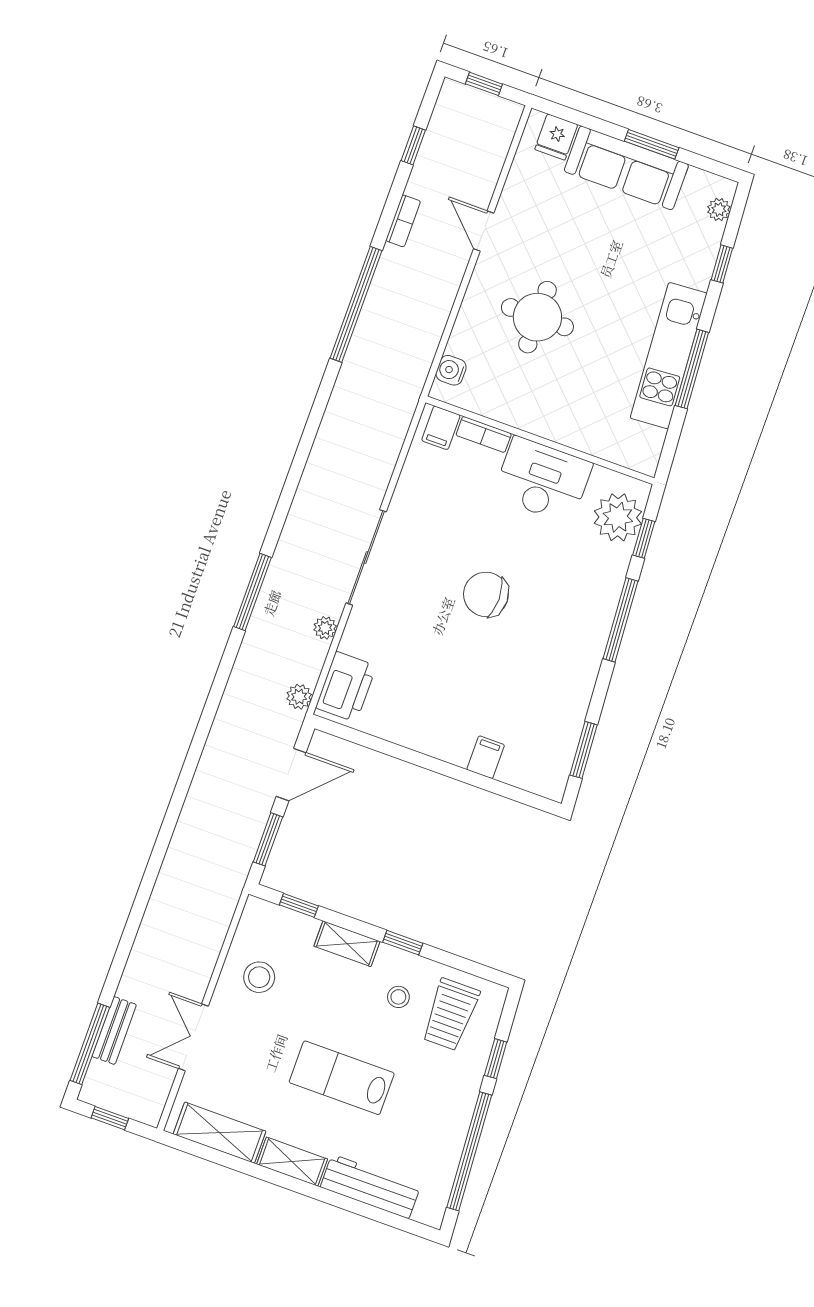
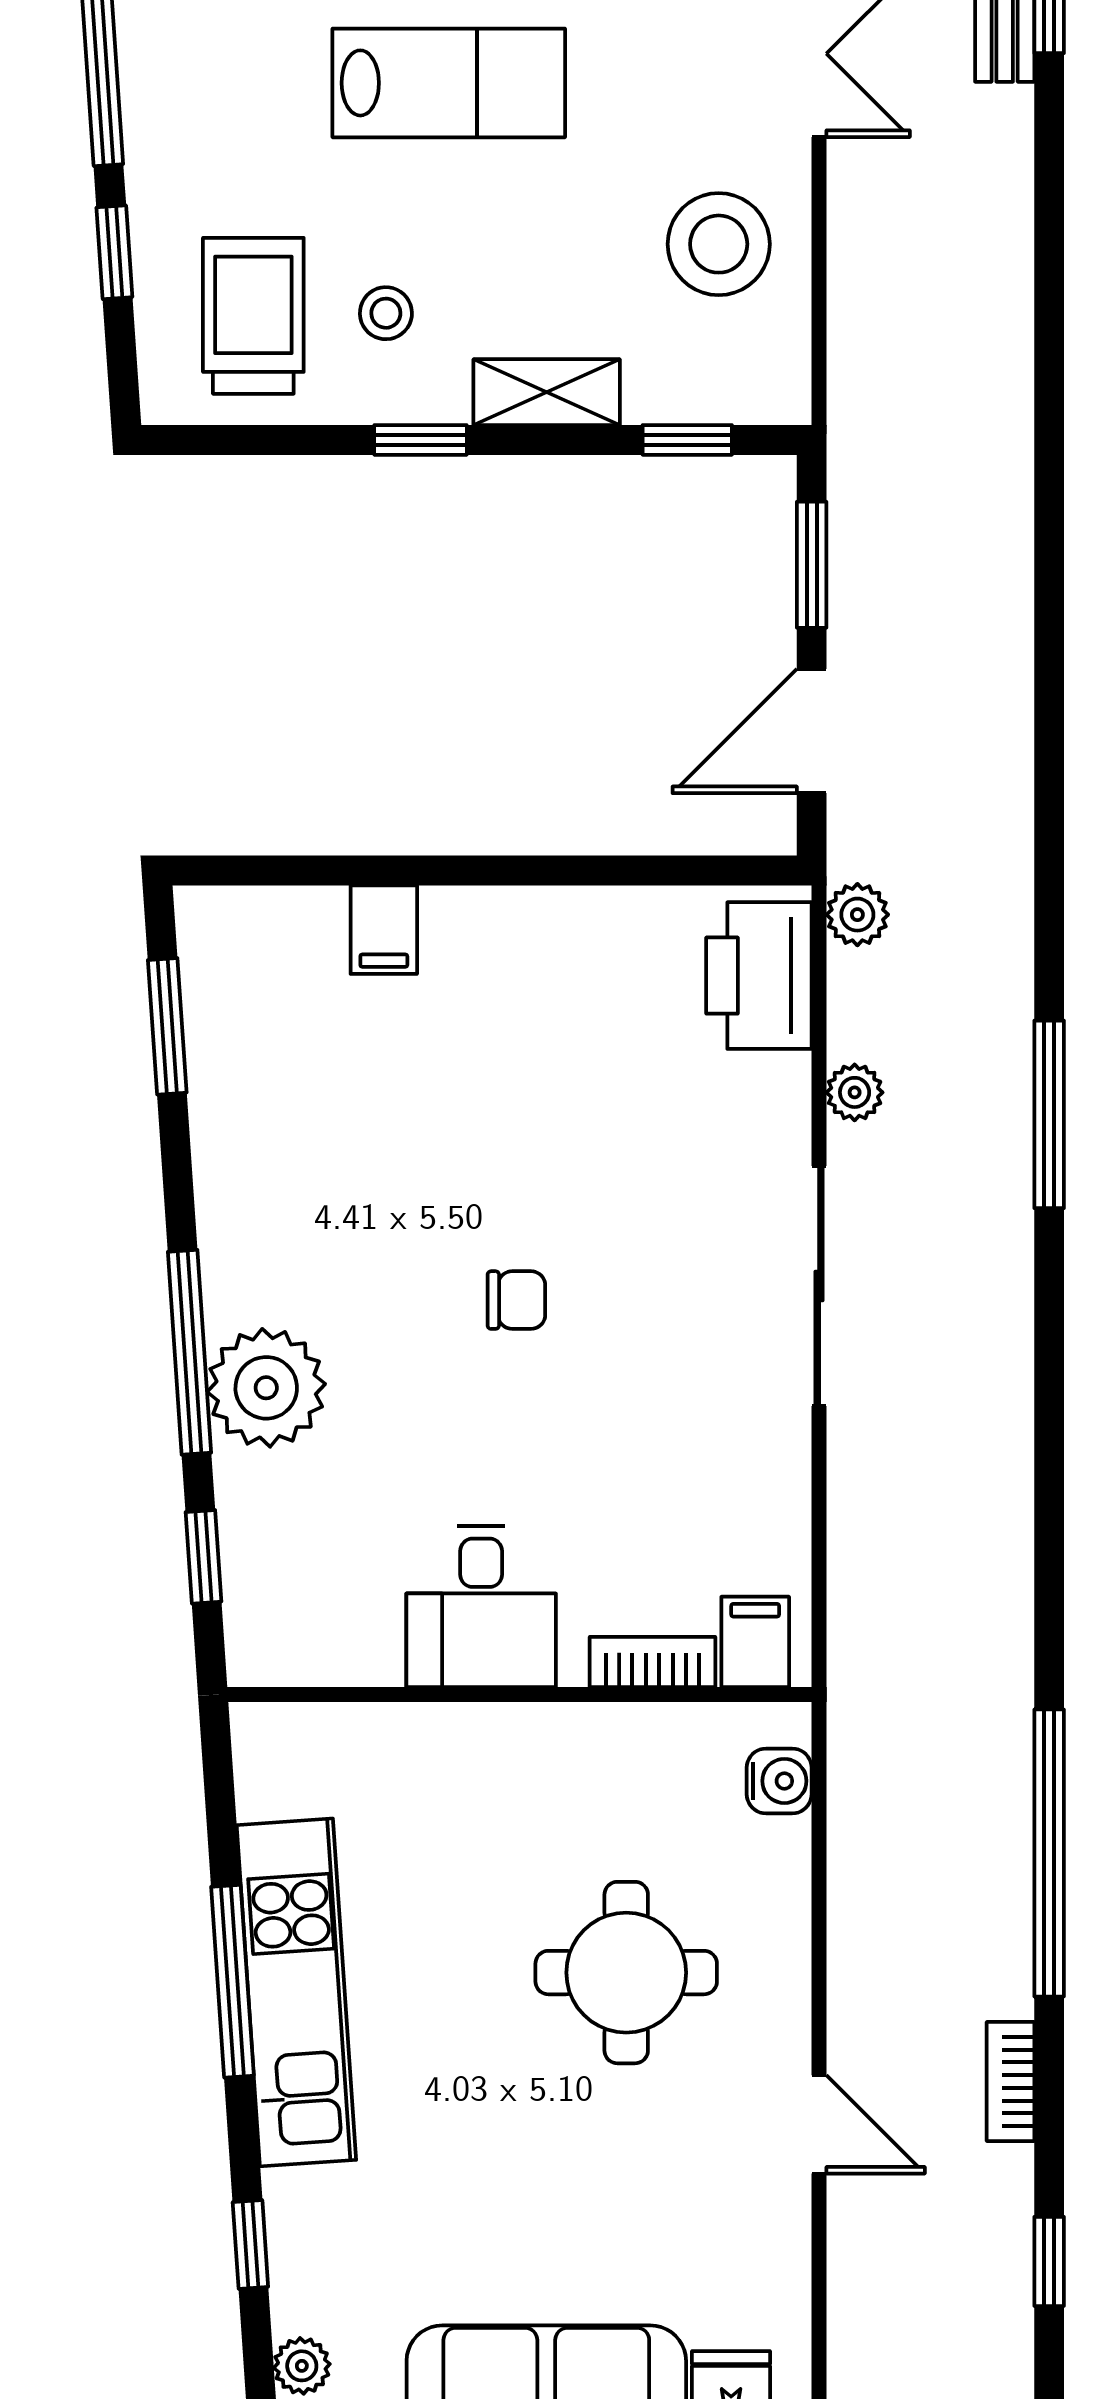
desk: (543, 480) -> (481, 1606), width x0.73
plant: (618, 517) -> (266, 1388), moved
chair: (486, 594) -> (516, 1300), width x0.54, depth x0.54
stool: (259, 977) -> (719, 244), width x1.38, depth x1.38

